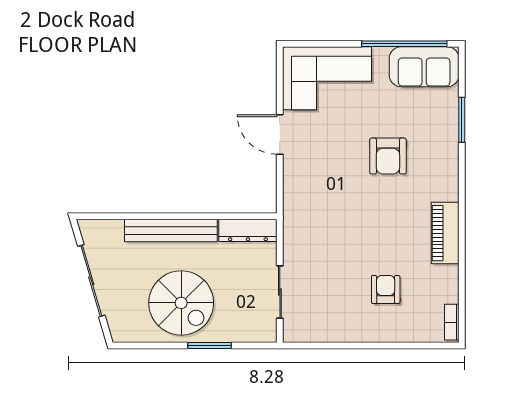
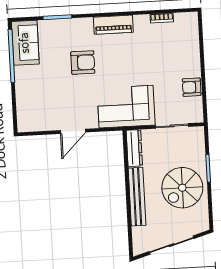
corner sofa: (327, 78) -> (126, 107), moved, turned -90
piano: (445, 233) -> (113, 25), moved
armchair: (386, 289) -> (192, 87), moved
spiral stairs: (181, 303) -> (182, 188), turned 180
bookcase: (452, 322) -> (162, 18), moved

